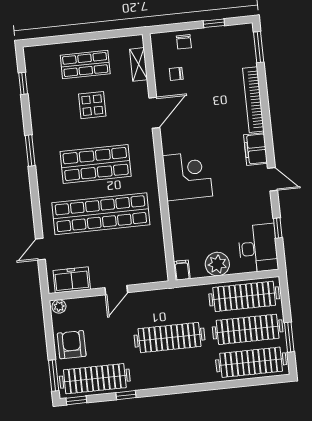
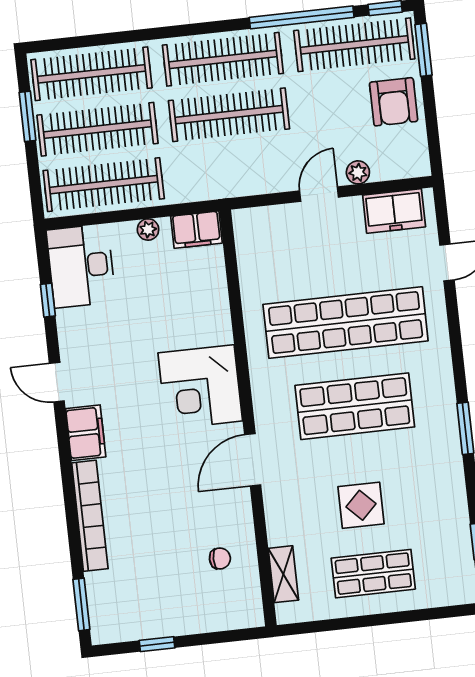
chair: (184, 42) -> (207, 613), removed
door: (154, 113) -> (253, 460), moved
plant: (217, 264) -> (148, 229), width x0.53, depth x0.53
filing cabinet: (182, 270) -> (196, 230), width x2.00
plant: (59, 306) -> (358, 172), moved
clothes rail: (173, 370) -> (223, 59), added
window: (126, 395) -> (302, 17), width x3.17

